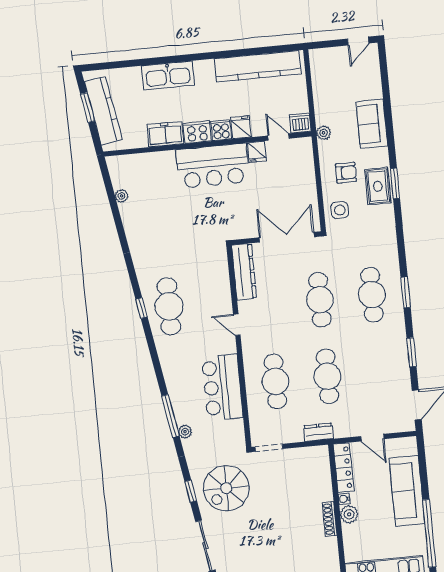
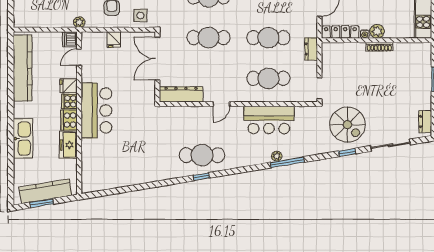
fridge: (257, 152) -> (114, 39), moved, turned 90
plant: (122, 196) -> (113, 184), removed
plant: (185, 432) -> (277, 156), moved

